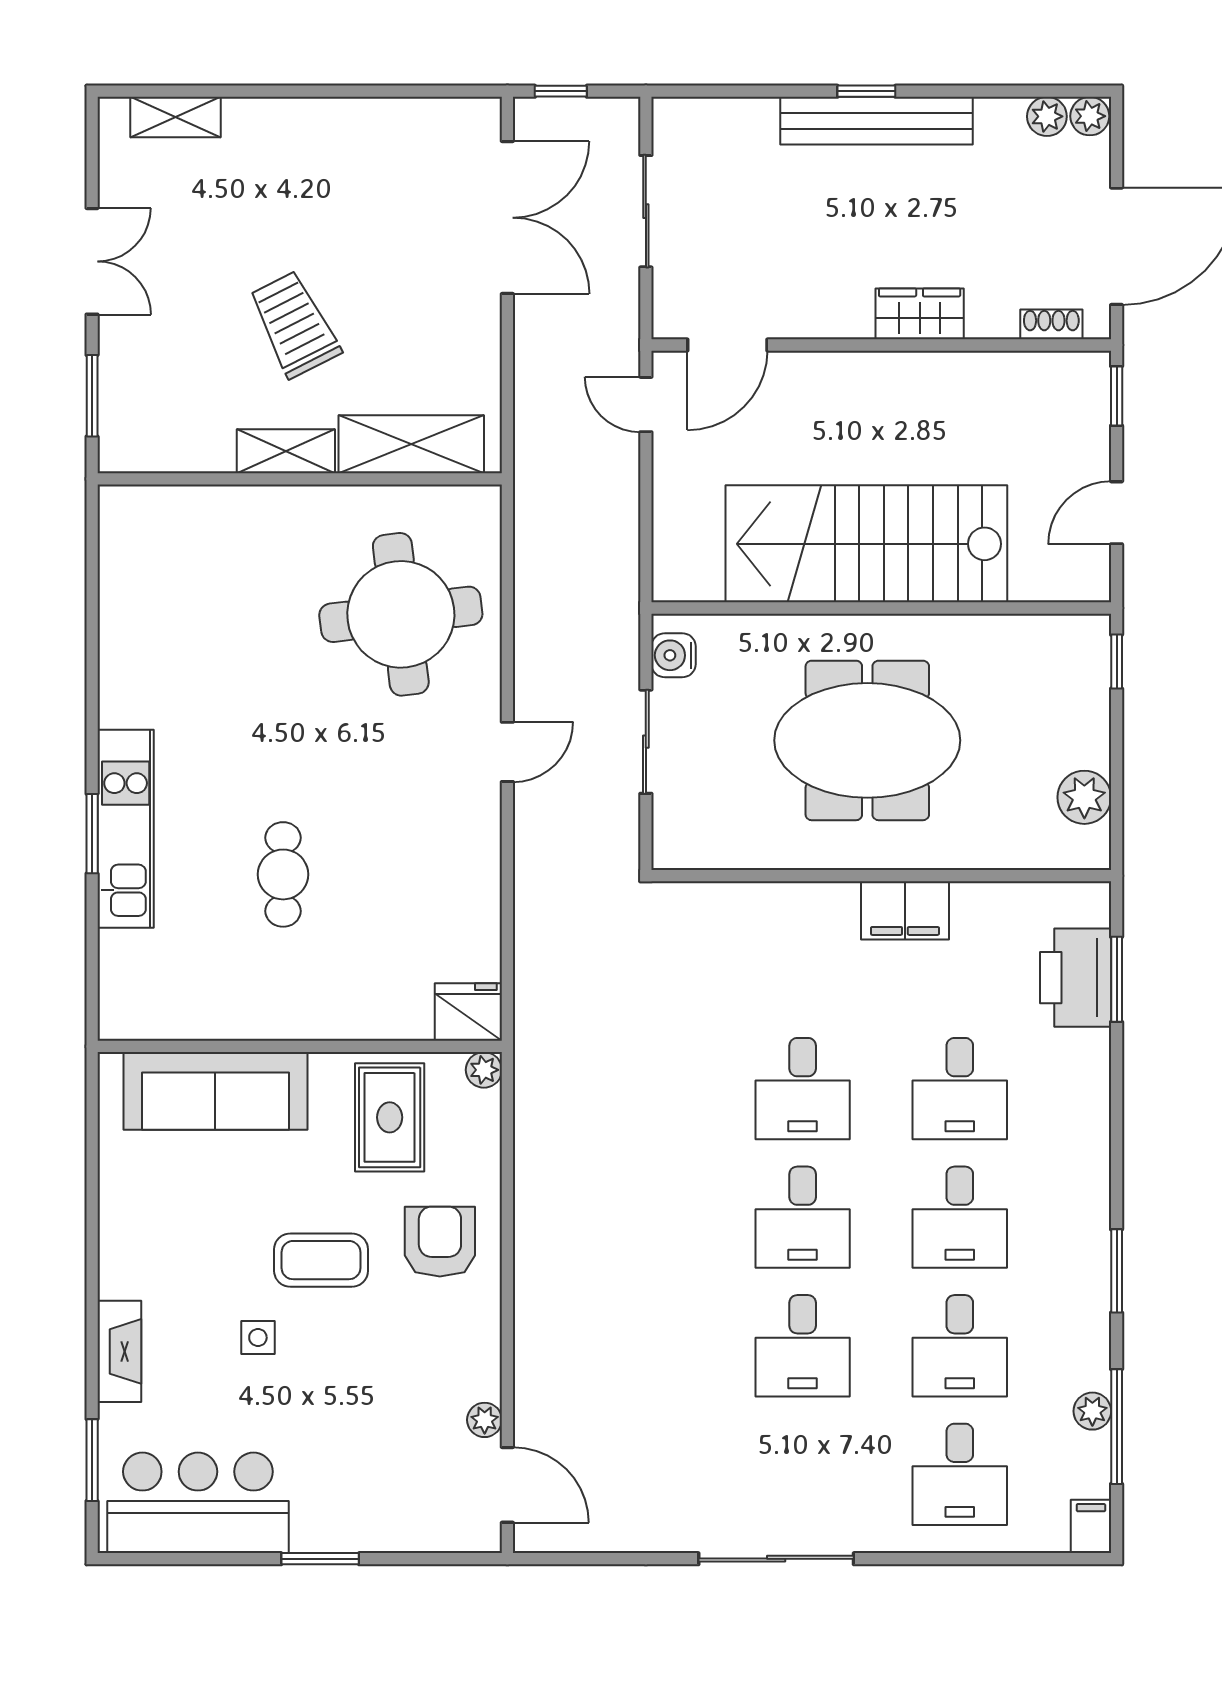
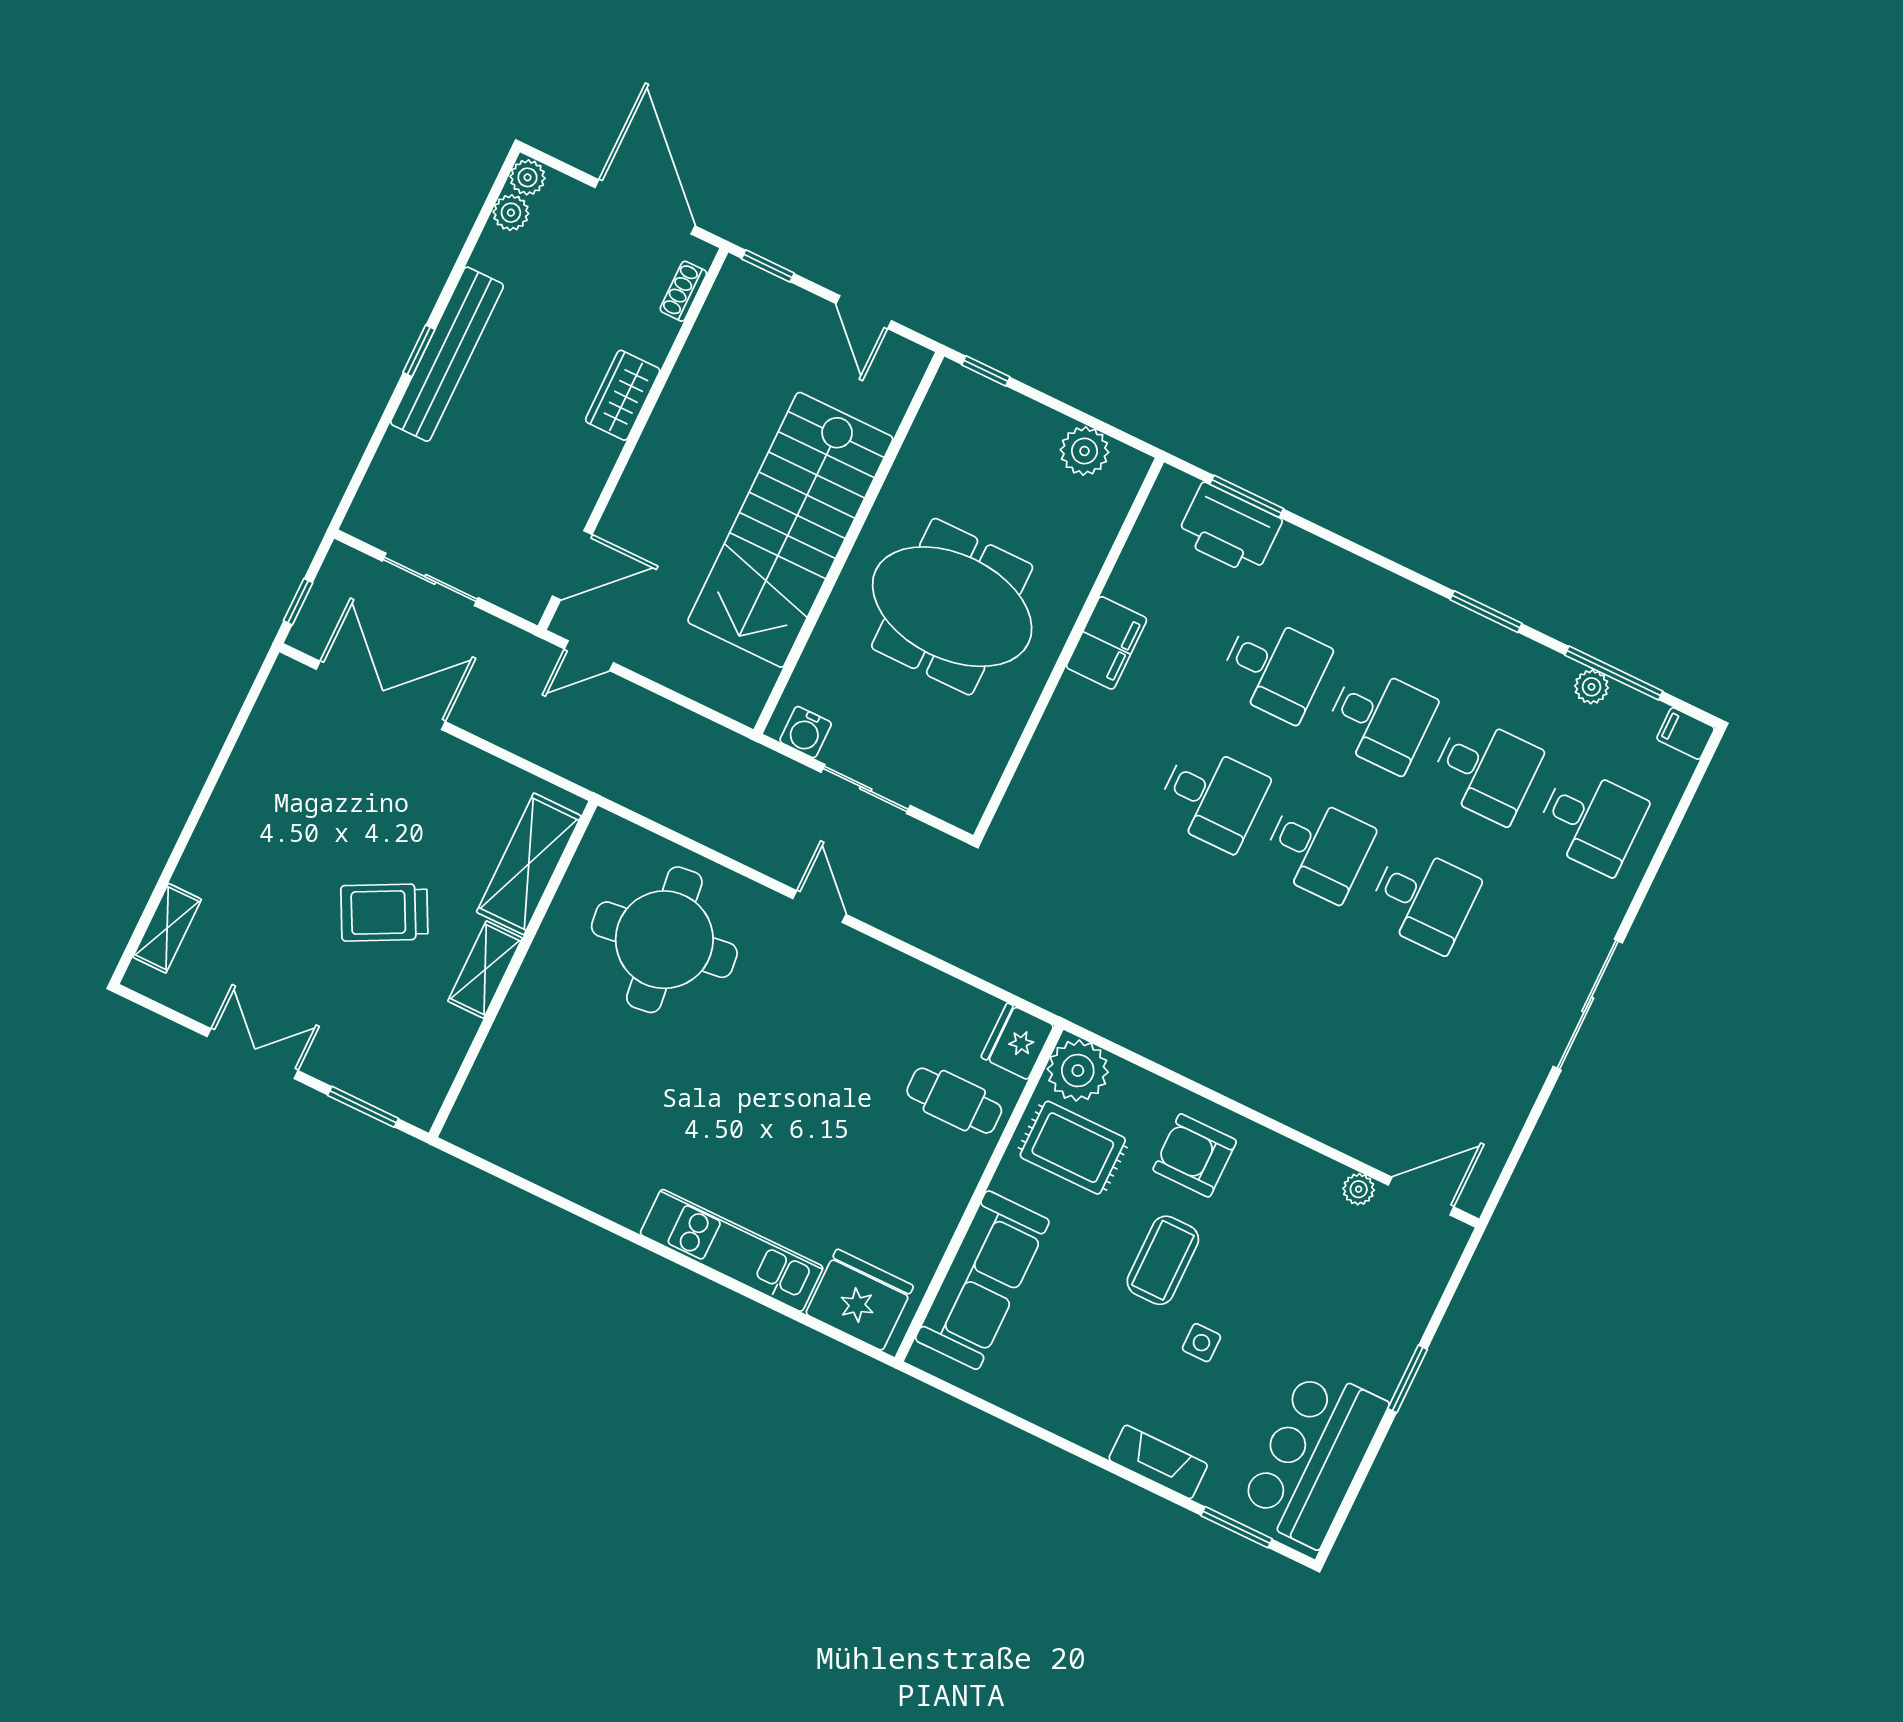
door: (727, 345) -> (572, 565), hinge flipped
meeting table: (867, 740) -> (952, 607), turned 90
window: (92, 834) -> (722, 1280), removed
cafe table: (283, 874) -> (954, 1101), moved
fridge: (138, 979) -> (860, 1300), added
plant: (484, 1070) -> (1078, 1071), width x1.88, depth x1.88

